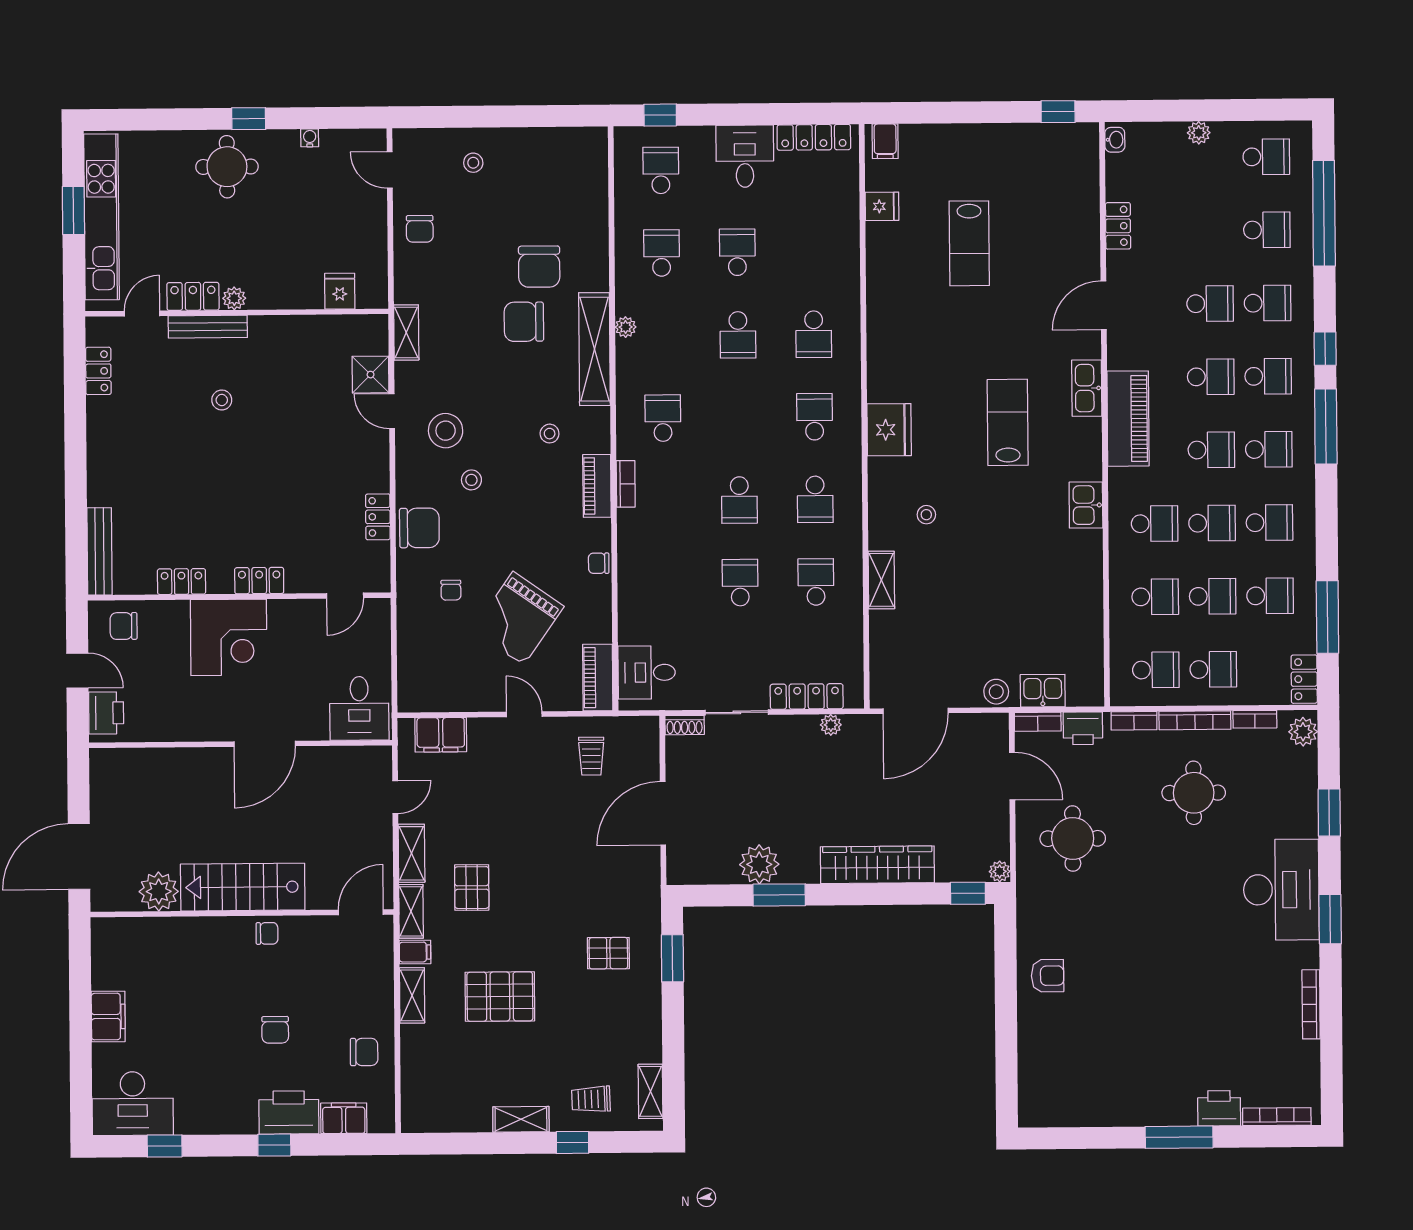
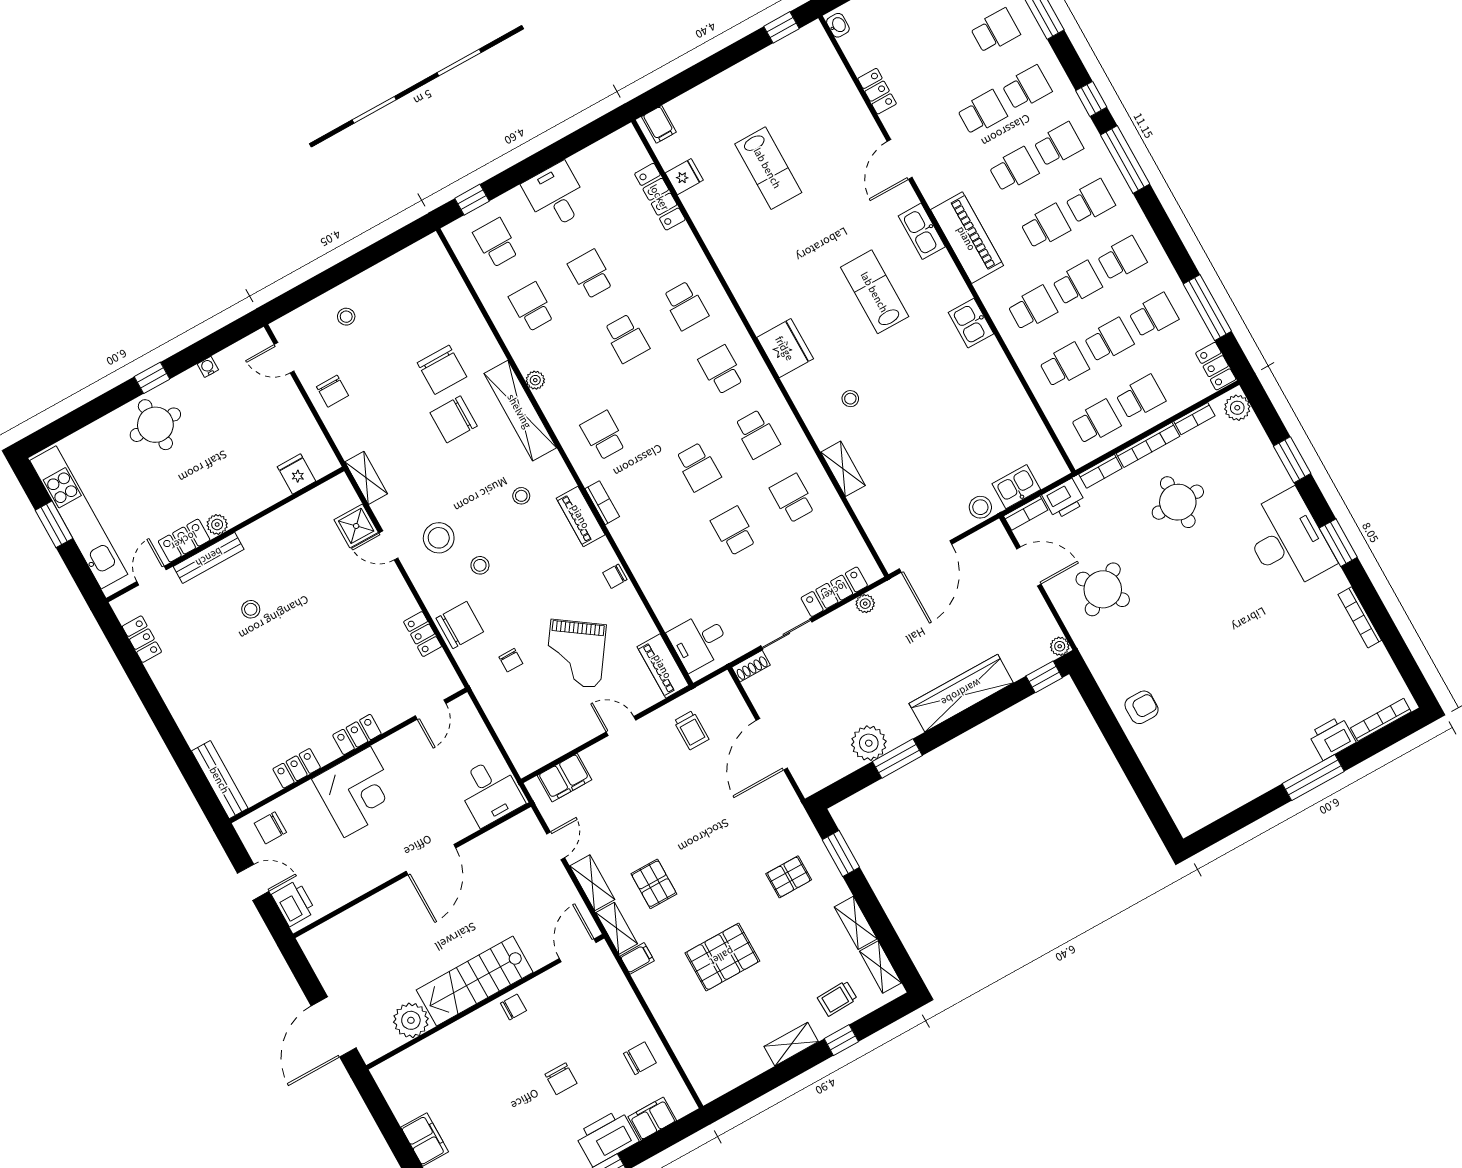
locker: (814, 137) -> (660, 197), moved, turned 90
round table: (1073, 838) -> (1103, 589), turned -33
shelving: (412, 995) -> (856, 923), moved

